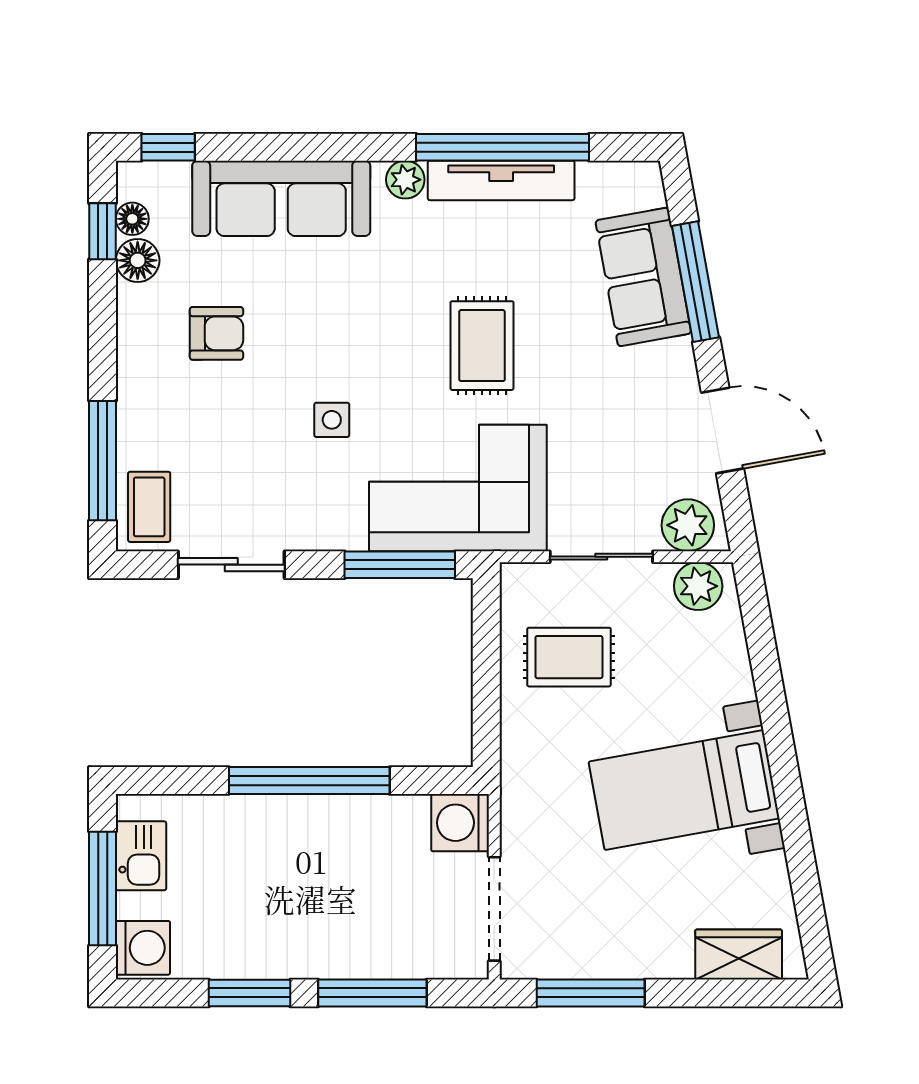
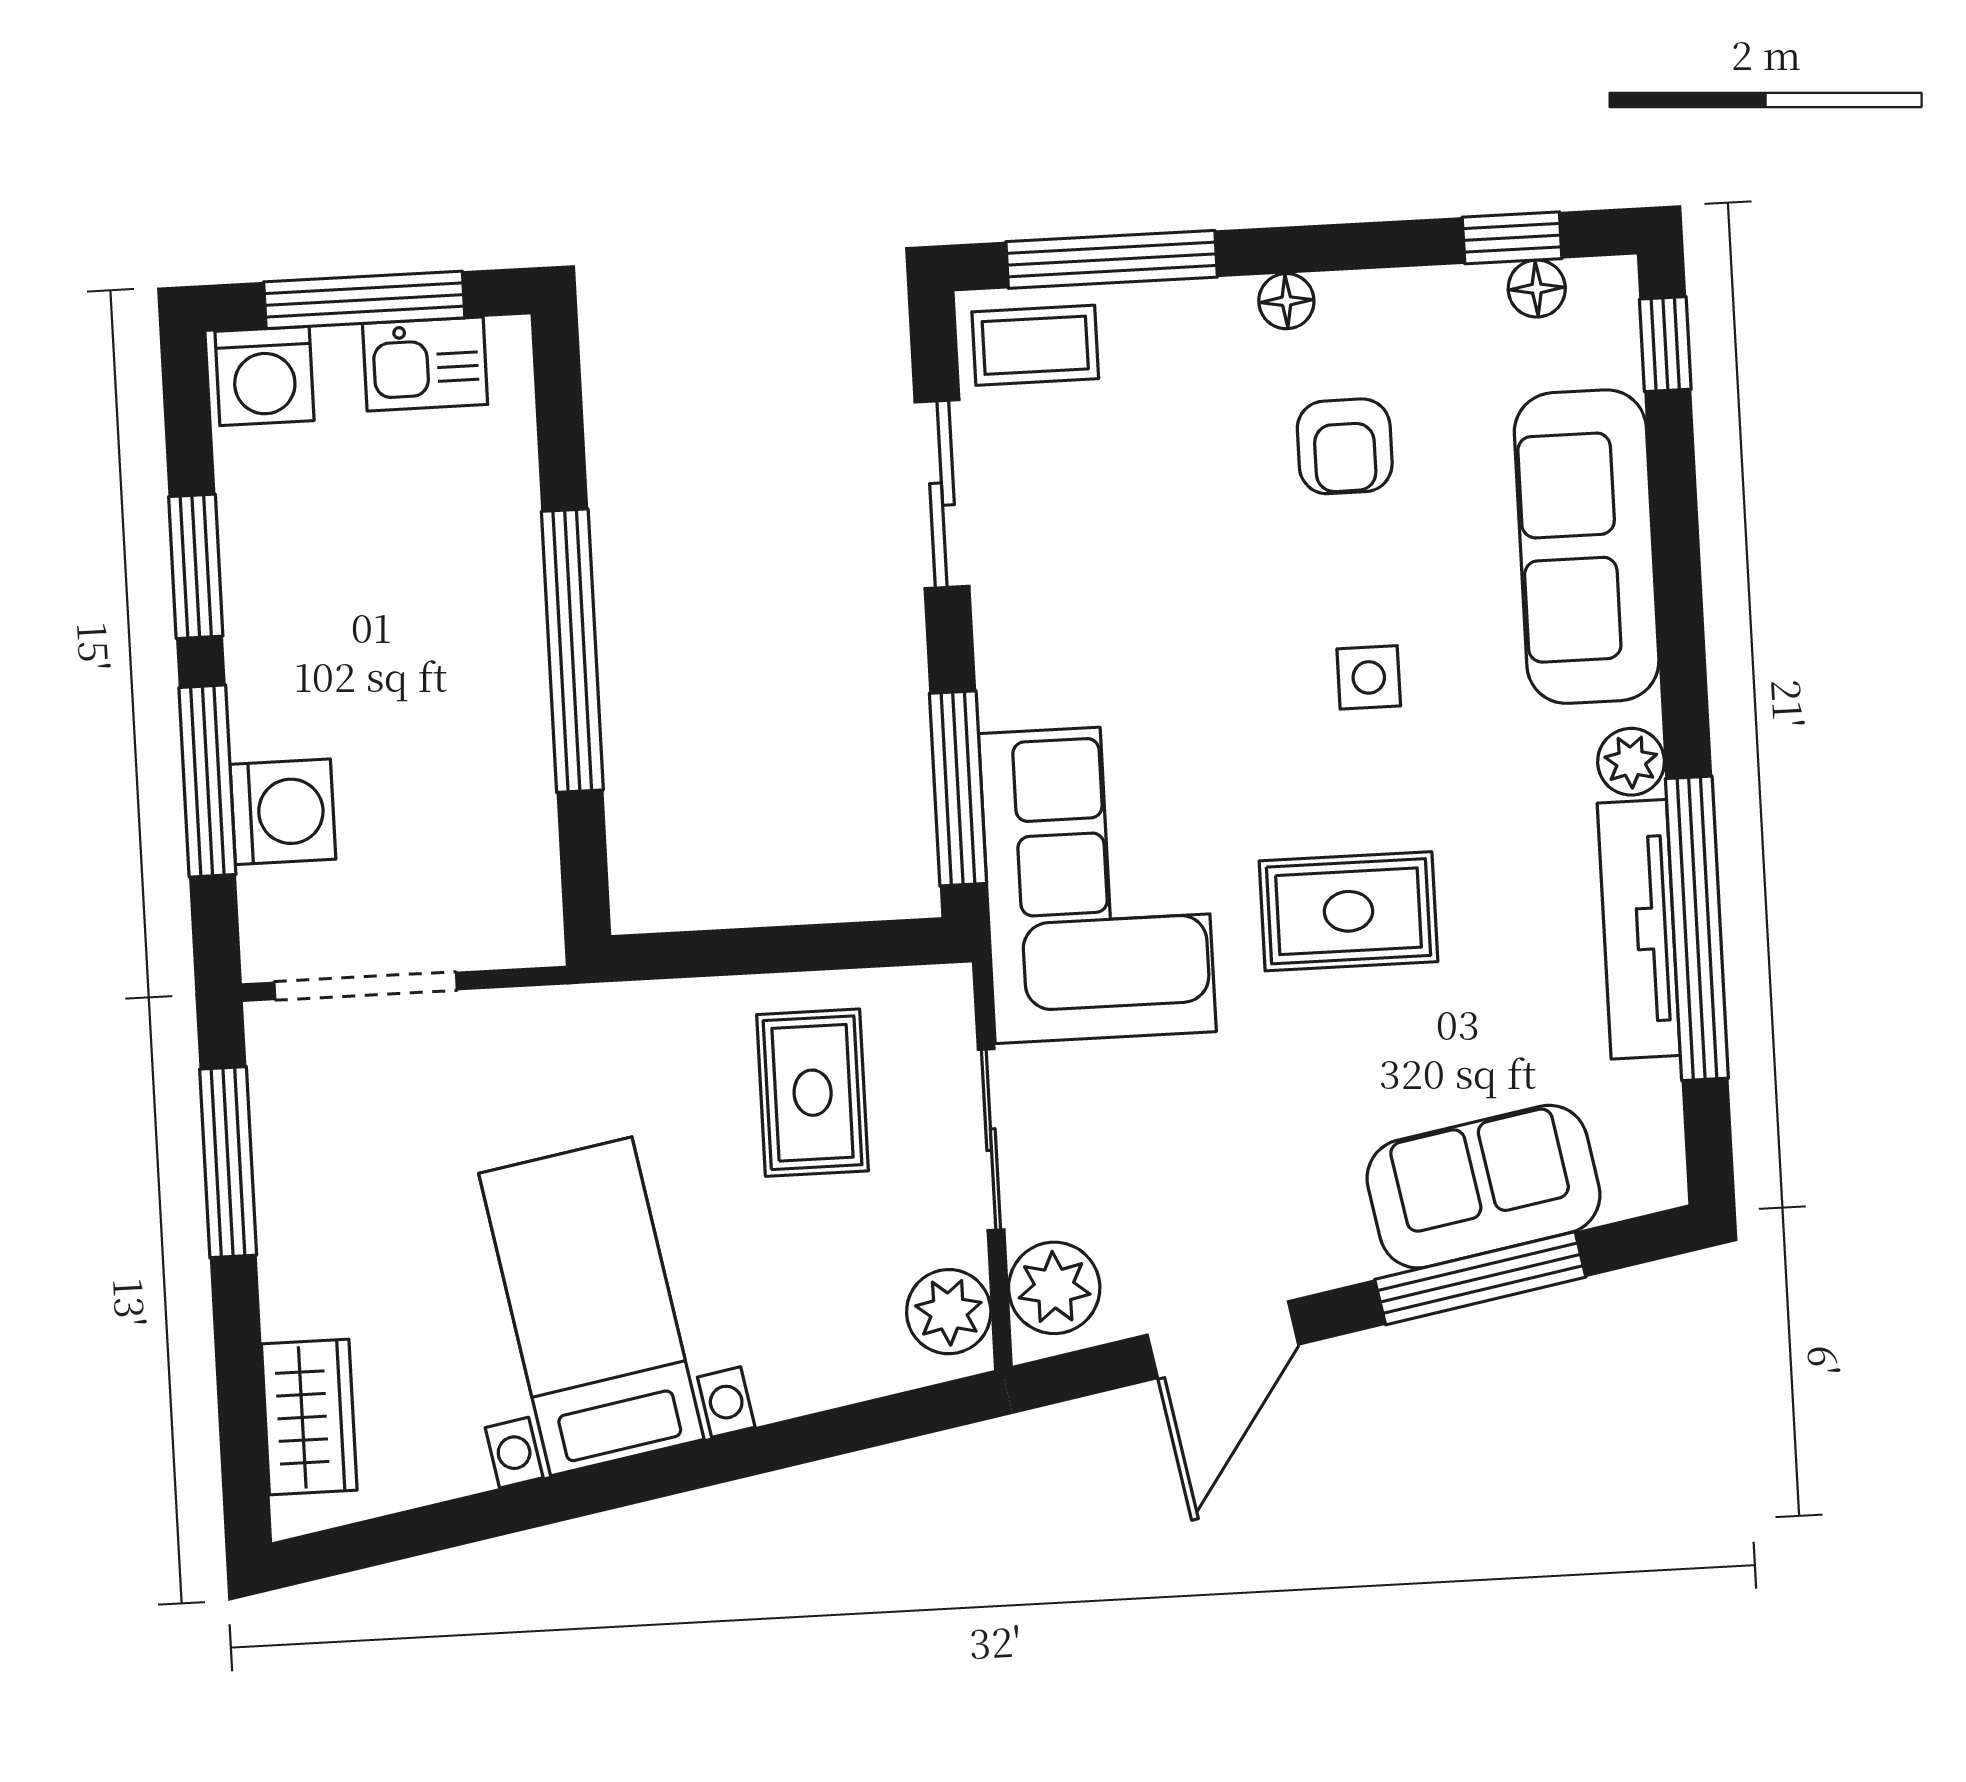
floor lamp: (138, 260) -> (1286, 301), moved, width x0.73, depth x0.73
side table: (332, 420) -> (1369, 677), moved
washing machine: (460, 823) -> (283, 812), moved, turned 90

